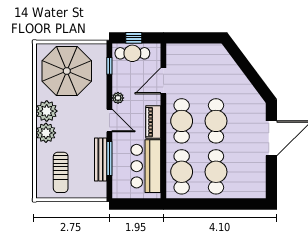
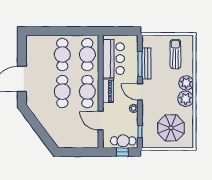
parasol: (67, 71) -> (171, 128), width x0.73, depth x0.73
door: (163, 81) -> (101, 121), swing flipped

